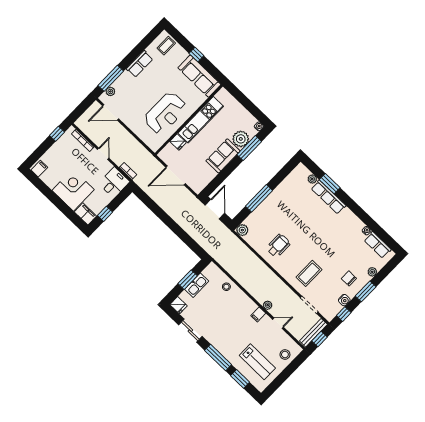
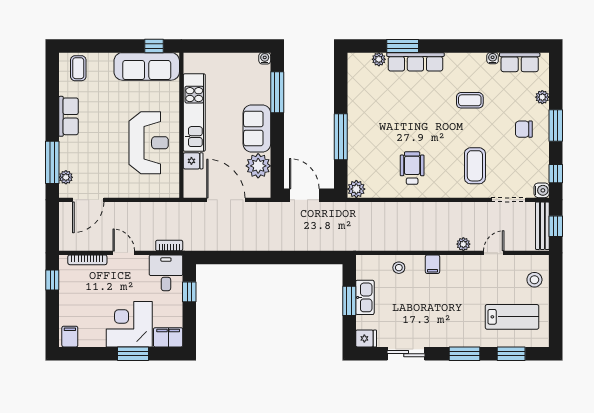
window: (196, 54) -> (154, 46), moved
plant: (241, 139) -> (258, 166), moved
door: (176, 175) -> (226, 200), swing flipped
window: (61, 206) -> (133, 354), added
window: (105, 214) -> (189, 292), moved
coffee table: (337, 240) -> (470, 100), added
water cooler: (344, 300) -> (542, 190), moved
filing cabinet: (258, 314) -> (432, 264), moved
window: (218, 357) -> (465, 354), width x0.69

